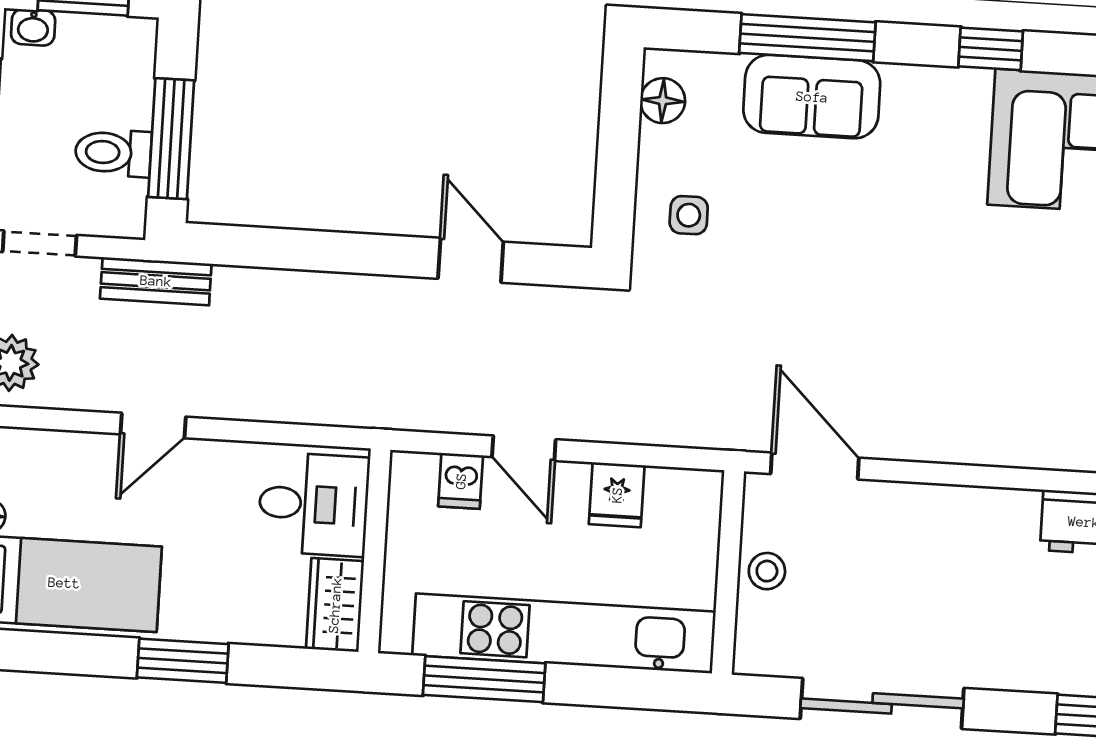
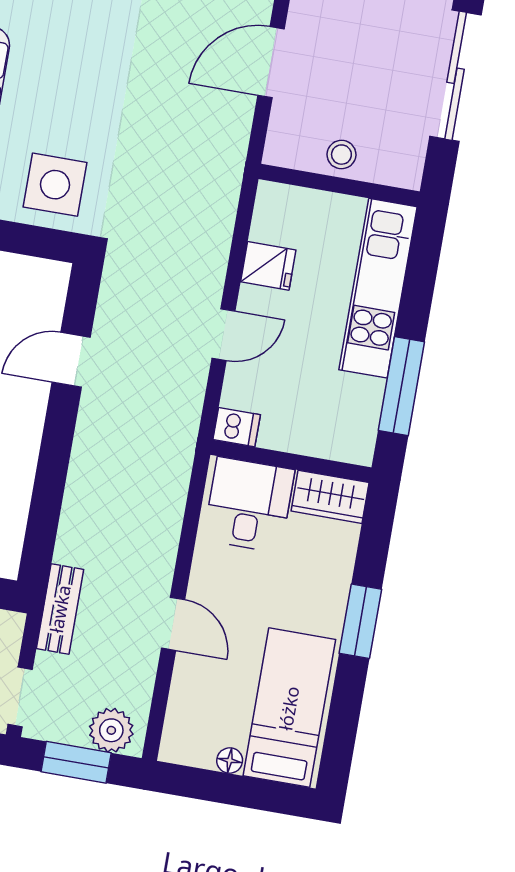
side table: (689, 215) -> (55, 185), width x1.87, depth x1.87
door: (815, 466) -> (271, 62), moved
dishwasher: (461, 481) -> (237, 427), moved
kitchen unit: (564, 633) -> (378, 288), width x0.73

